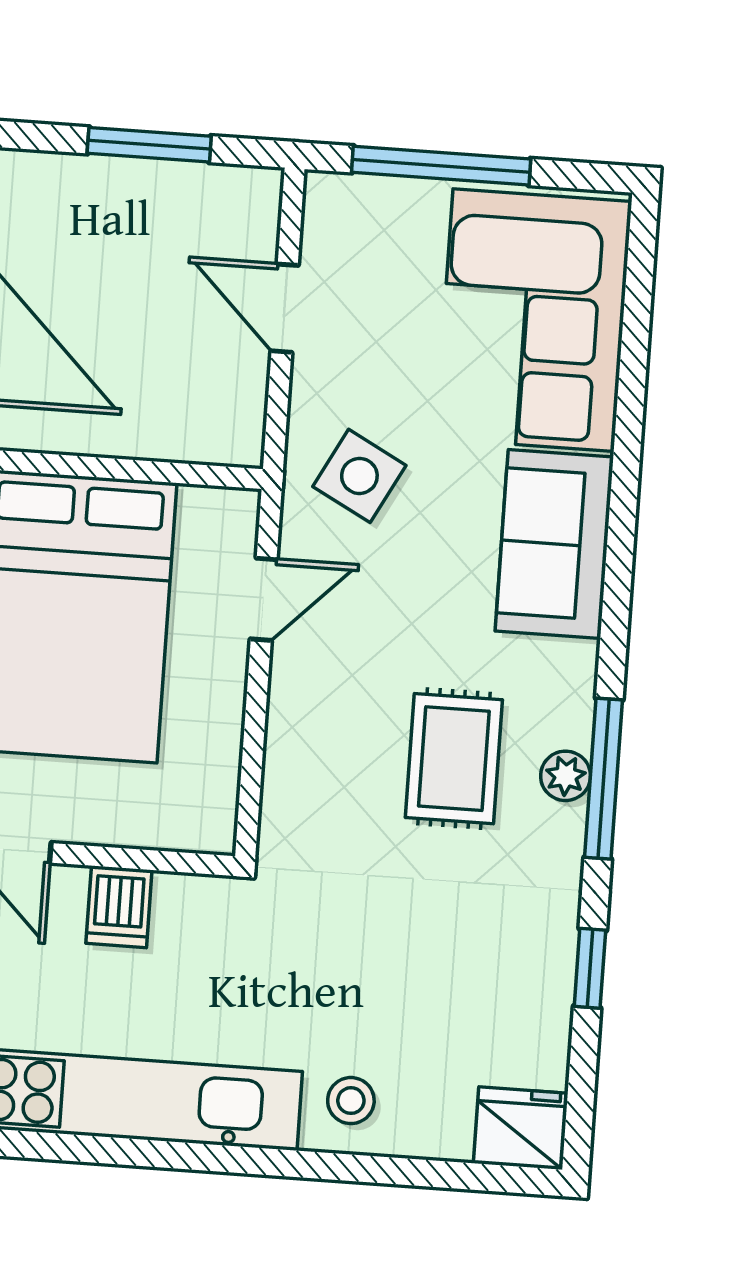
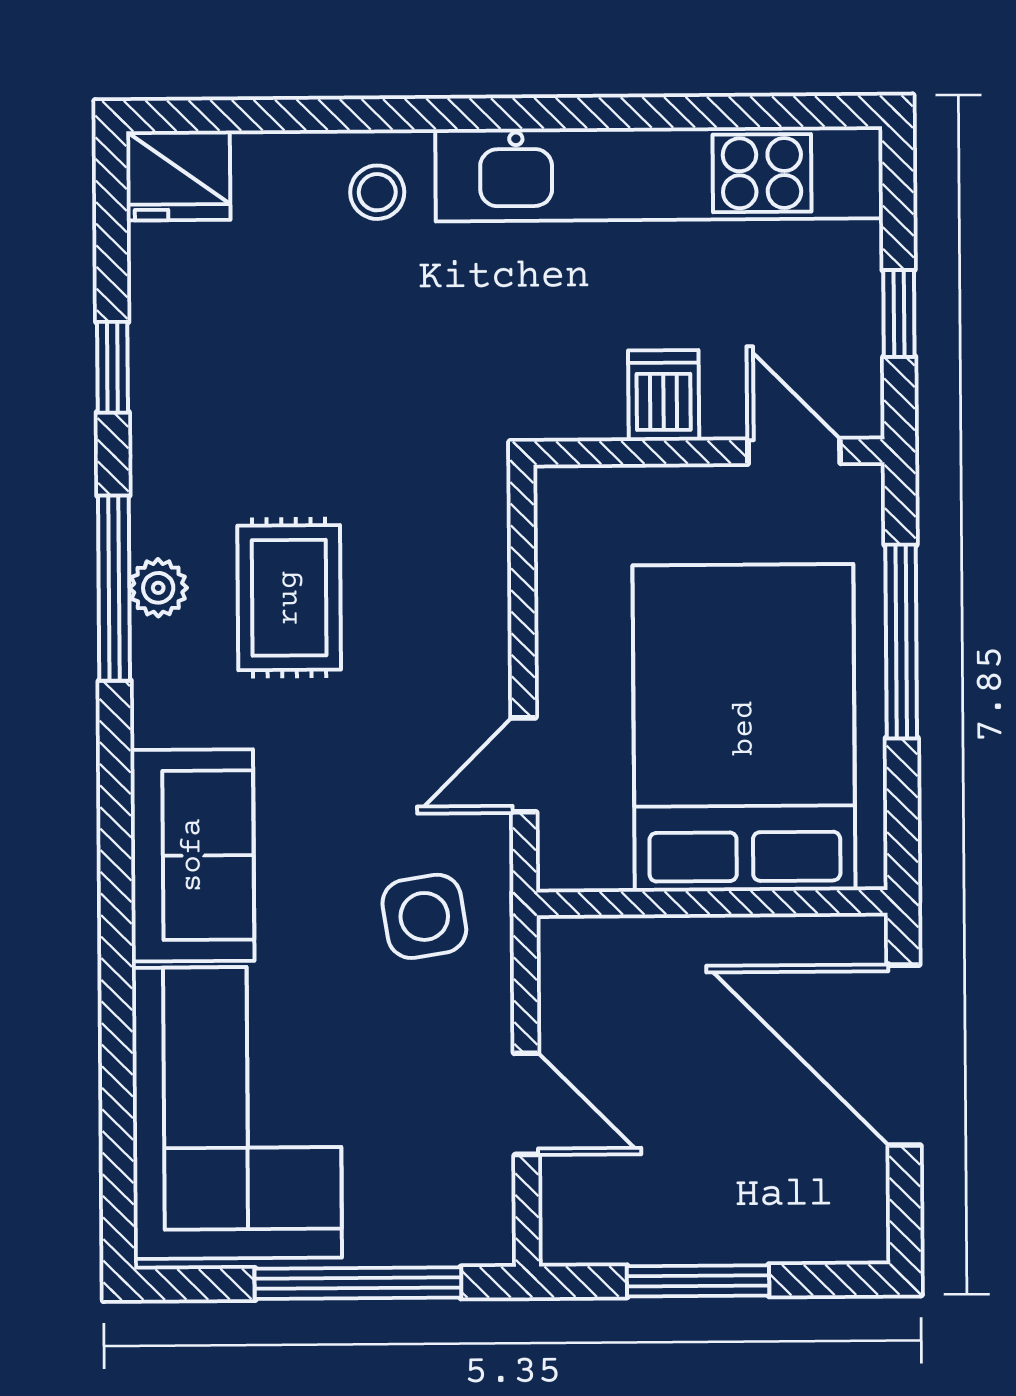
side table: (359, 476) -> (424, 916), turned -37

